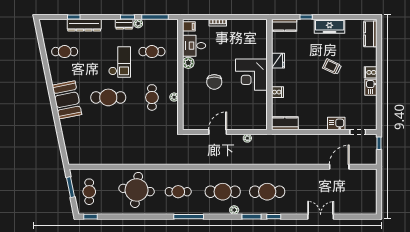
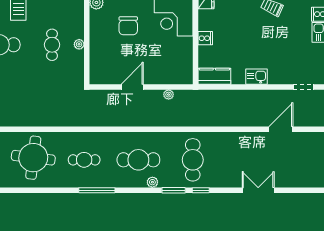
kitchen sink: (336, 124) -> (256, 77), moved
cafe table: (267, 192) -> (193, 160), turned 90

